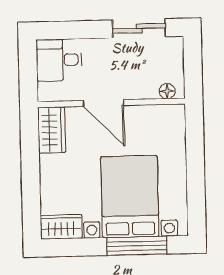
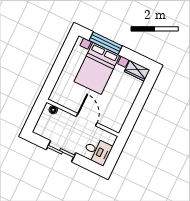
sliding door: (139, 28) -> (61, 151), moved
wardrobe: (52, 130) -> (118, 119), removed

